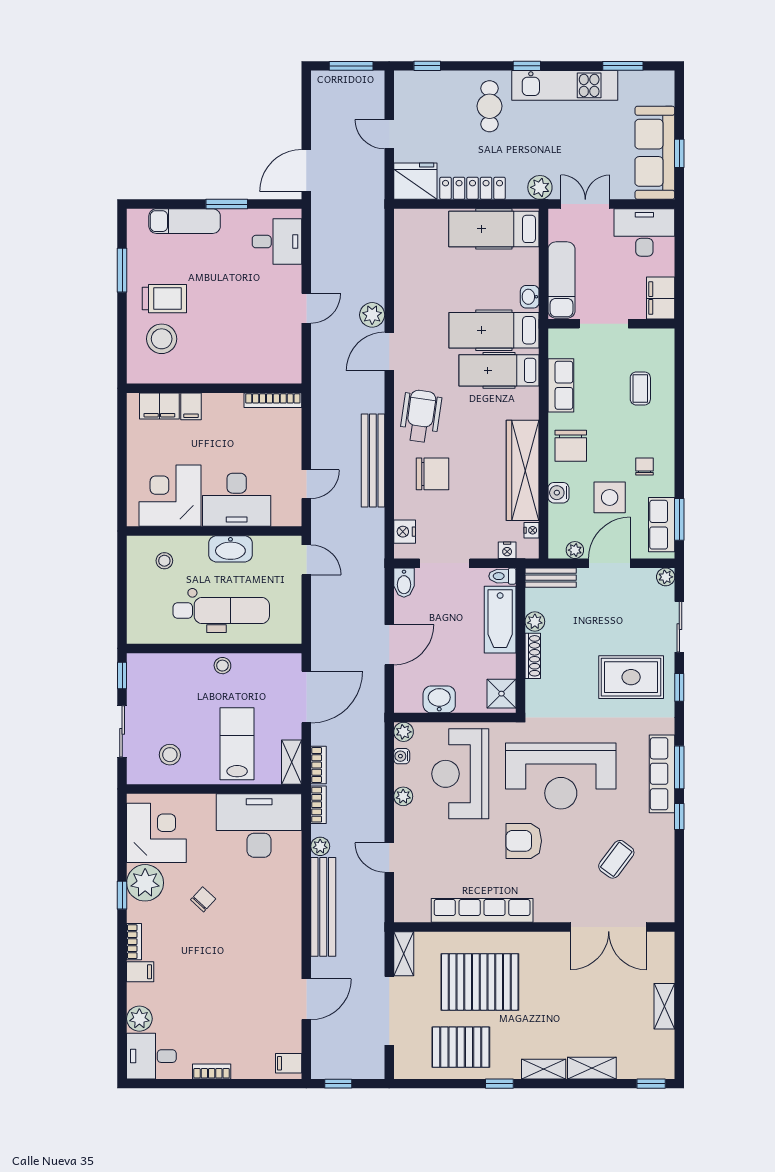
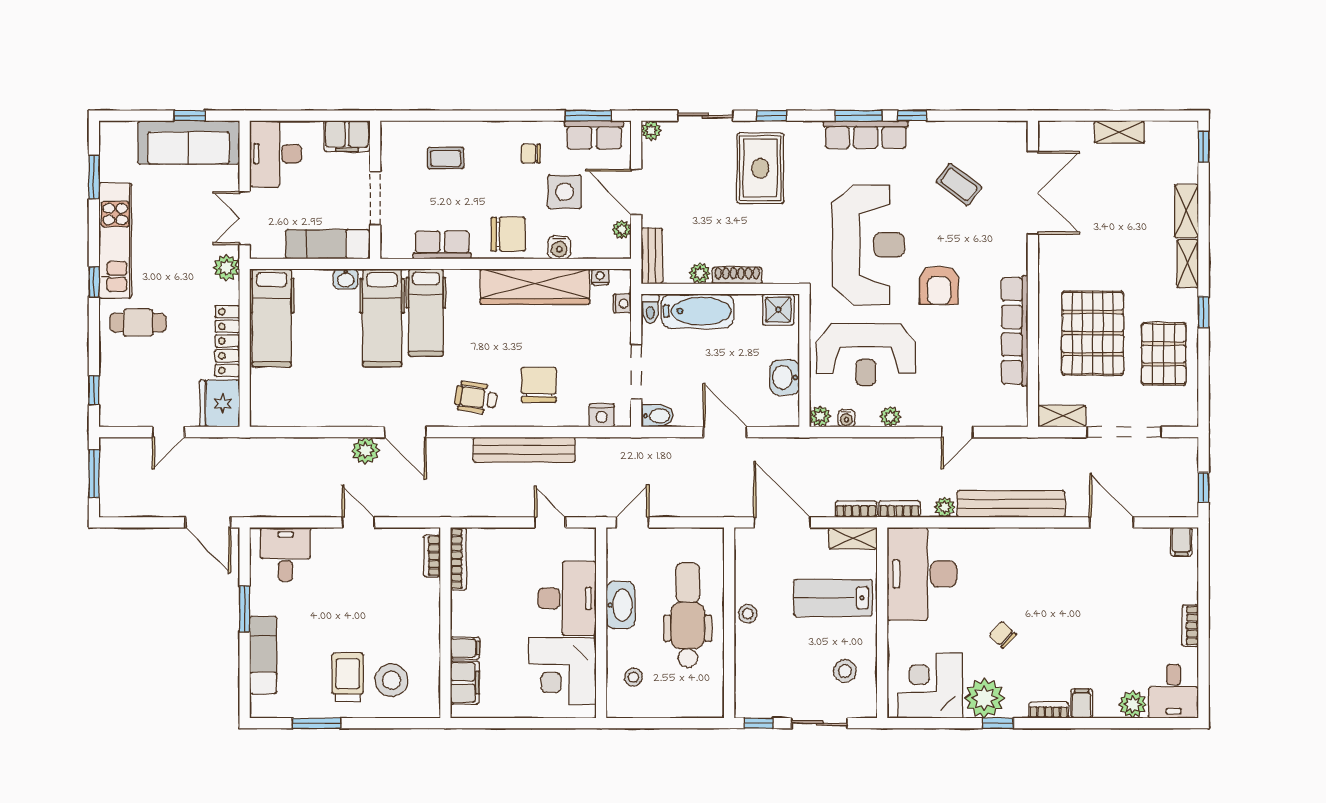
bookcase: (275, 376) -> (432, 556), added
wheelchair: (421, 416) -> (476, 398), width x0.73, depth x0.73

